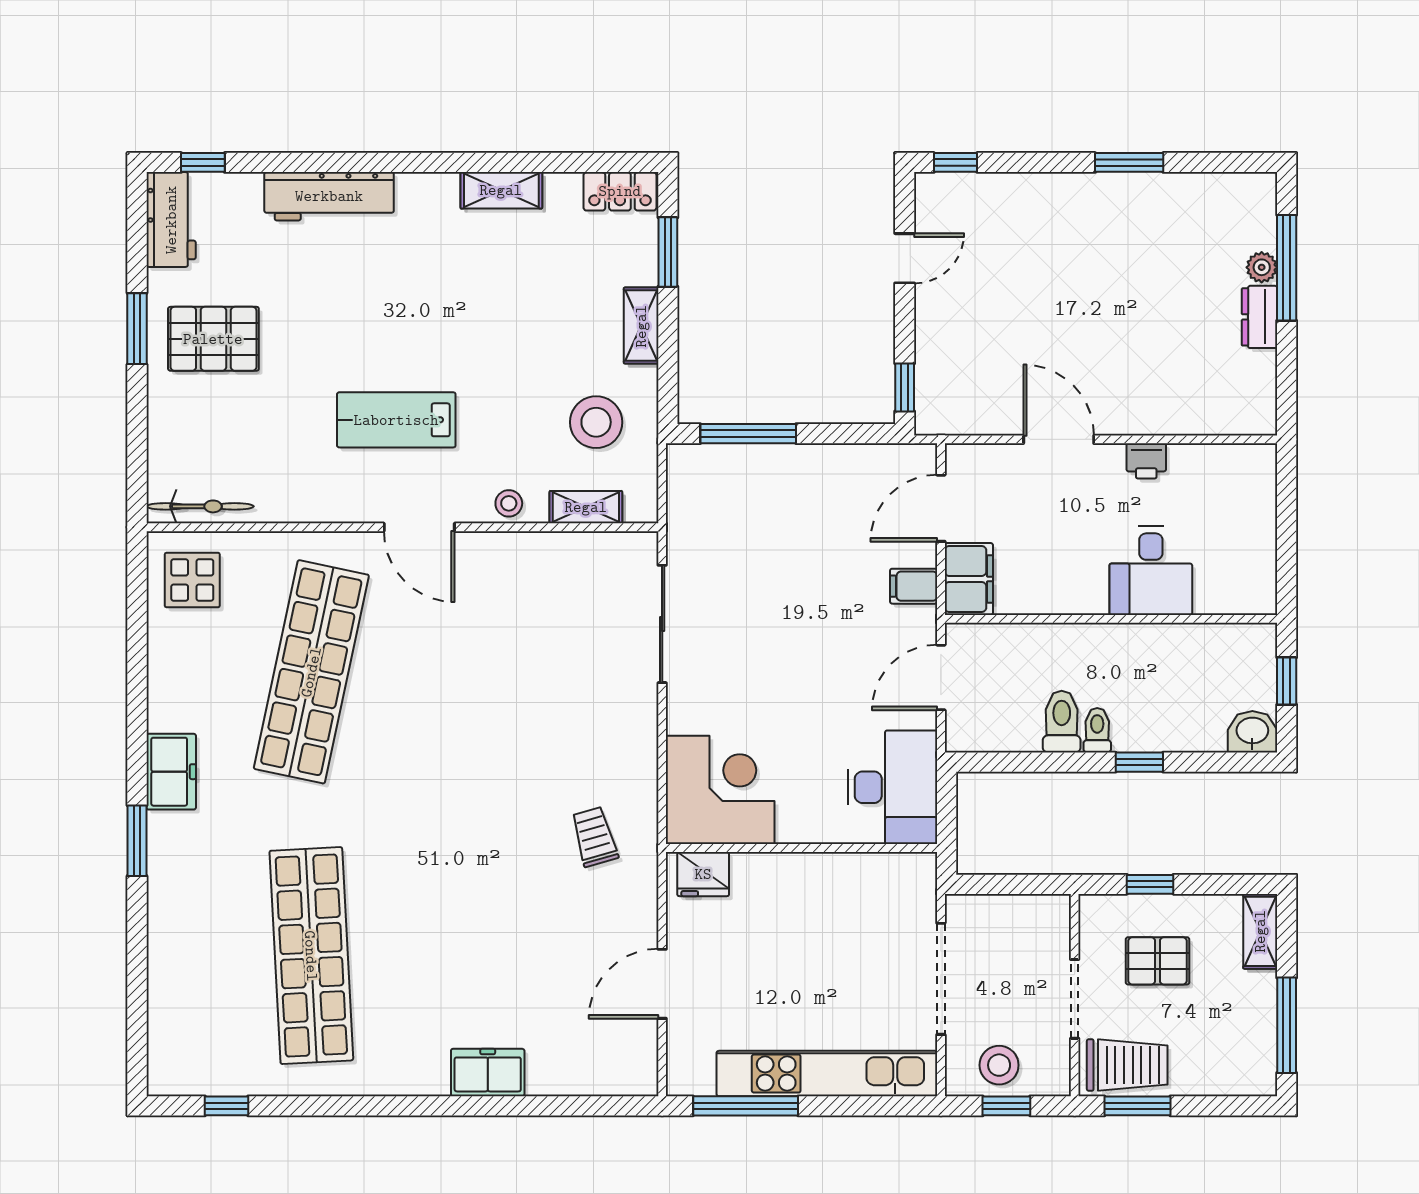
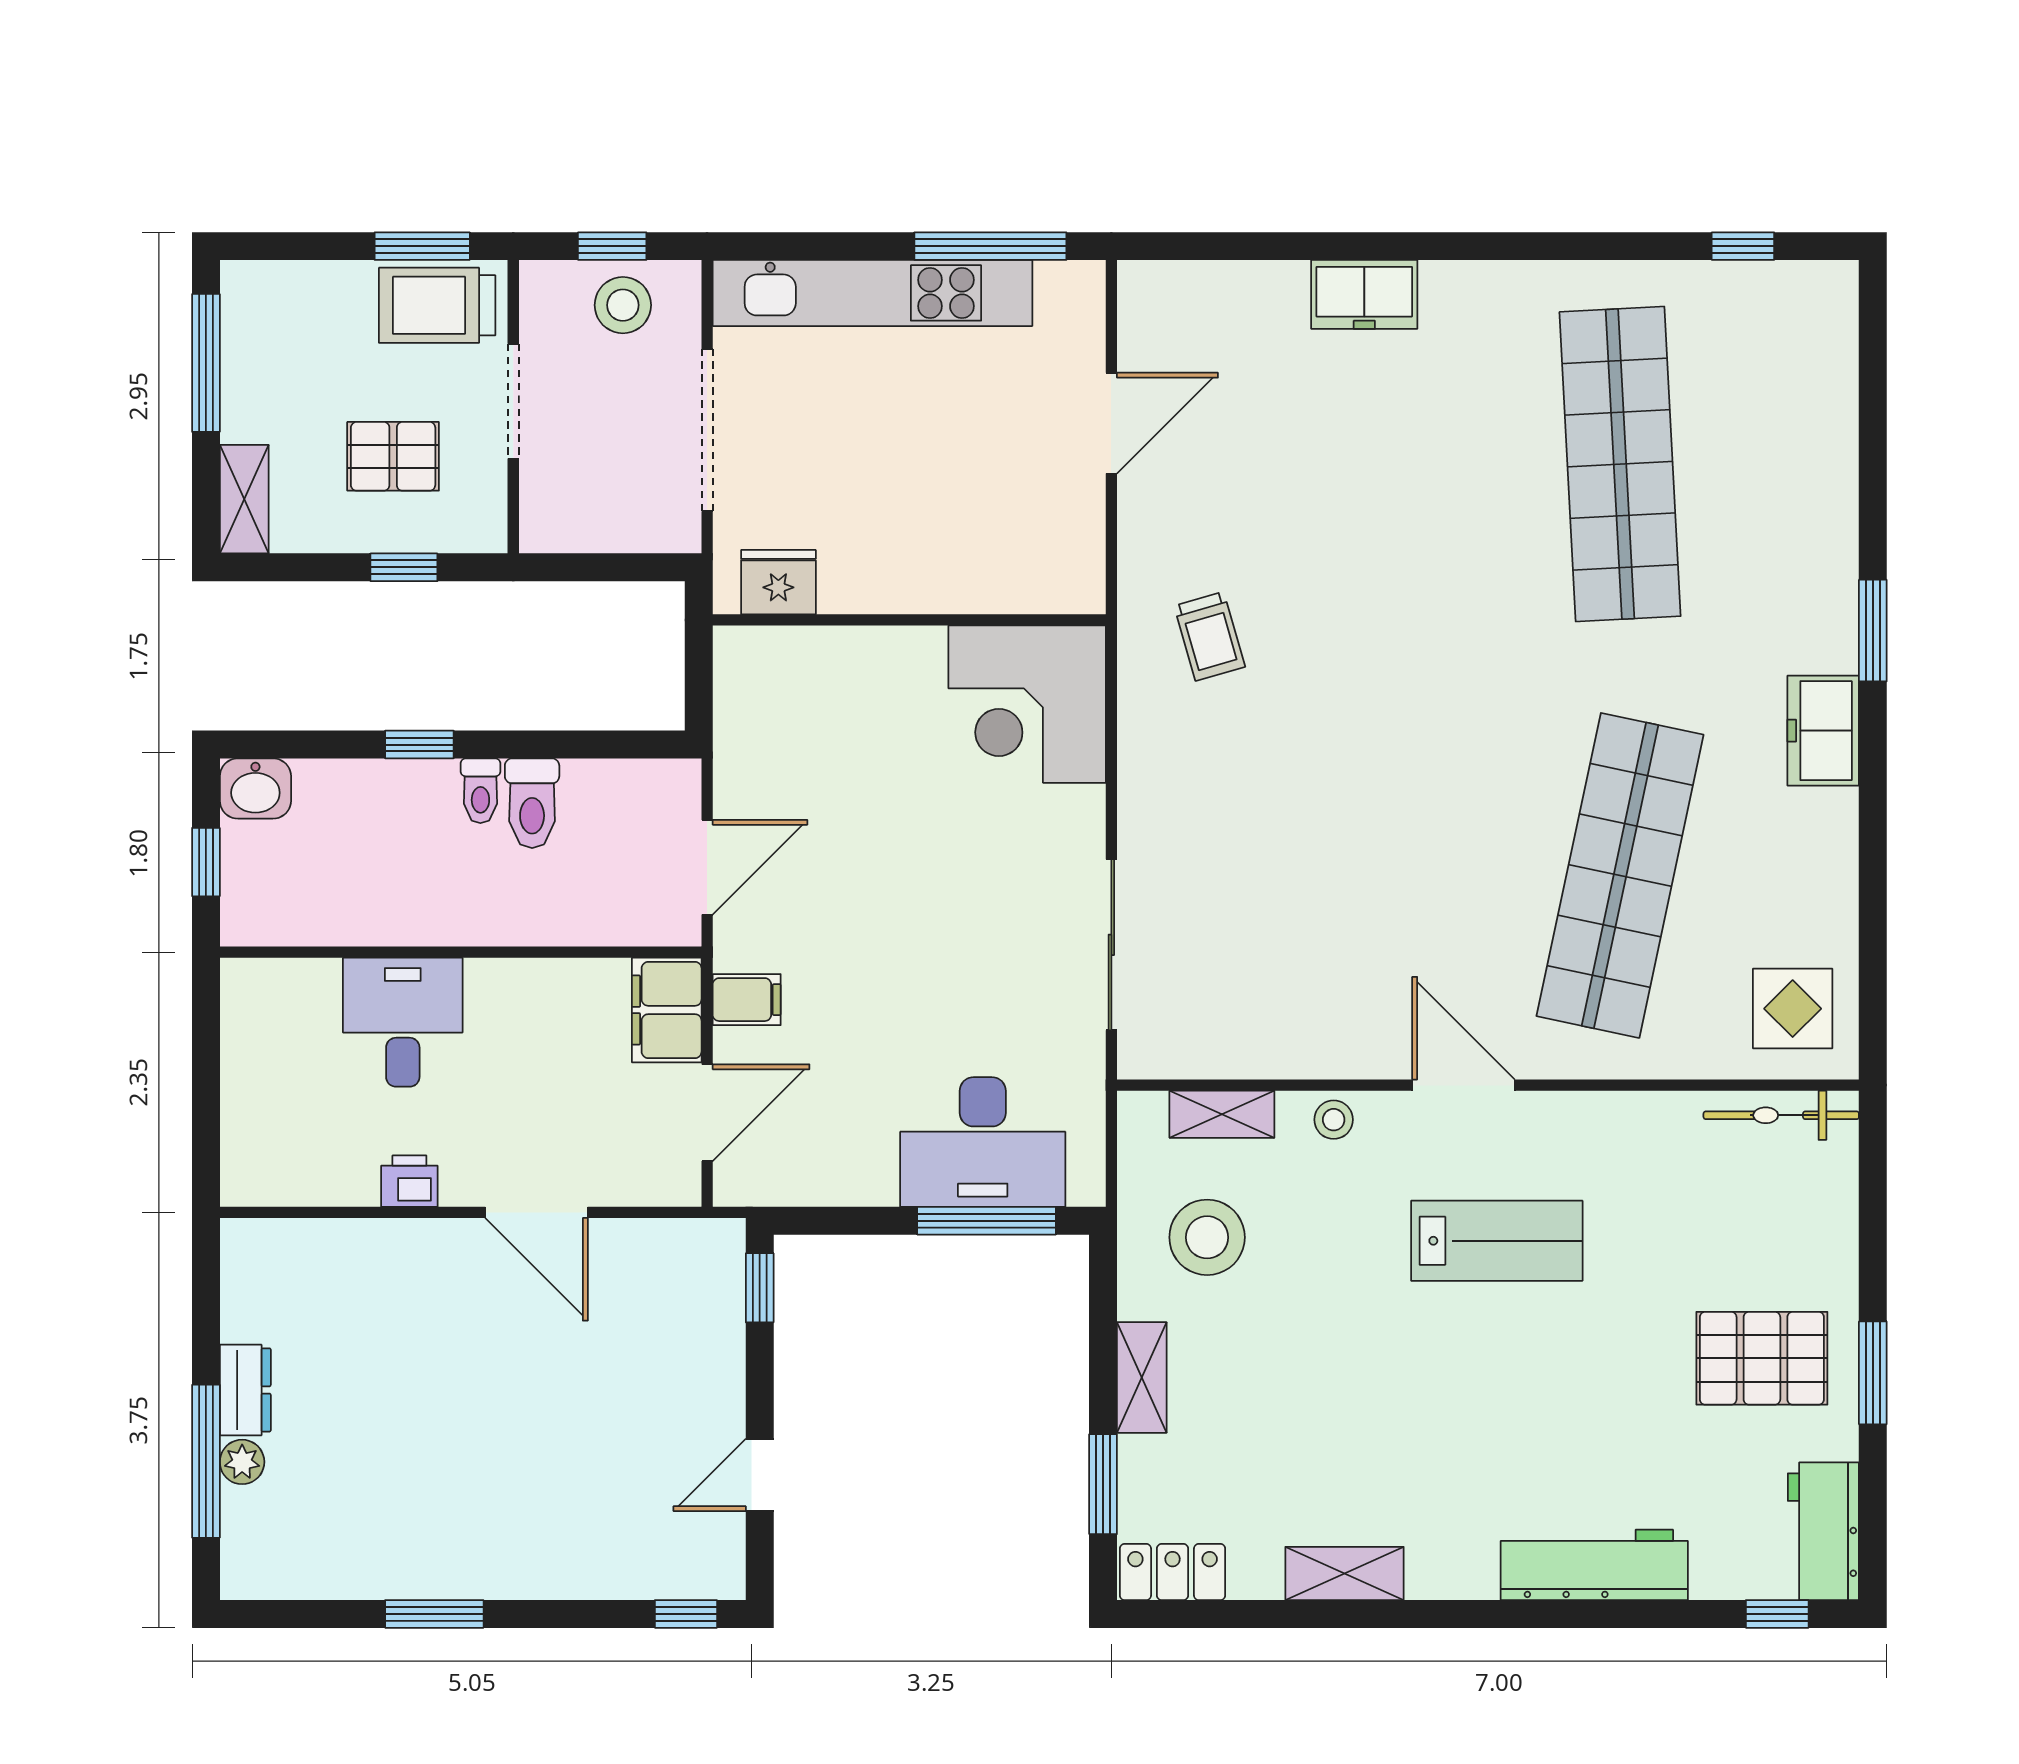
desk: (892, 787) -> (983, 1142), moved, turned -90
fridge: (703, 874) -> (778, 582), moved

